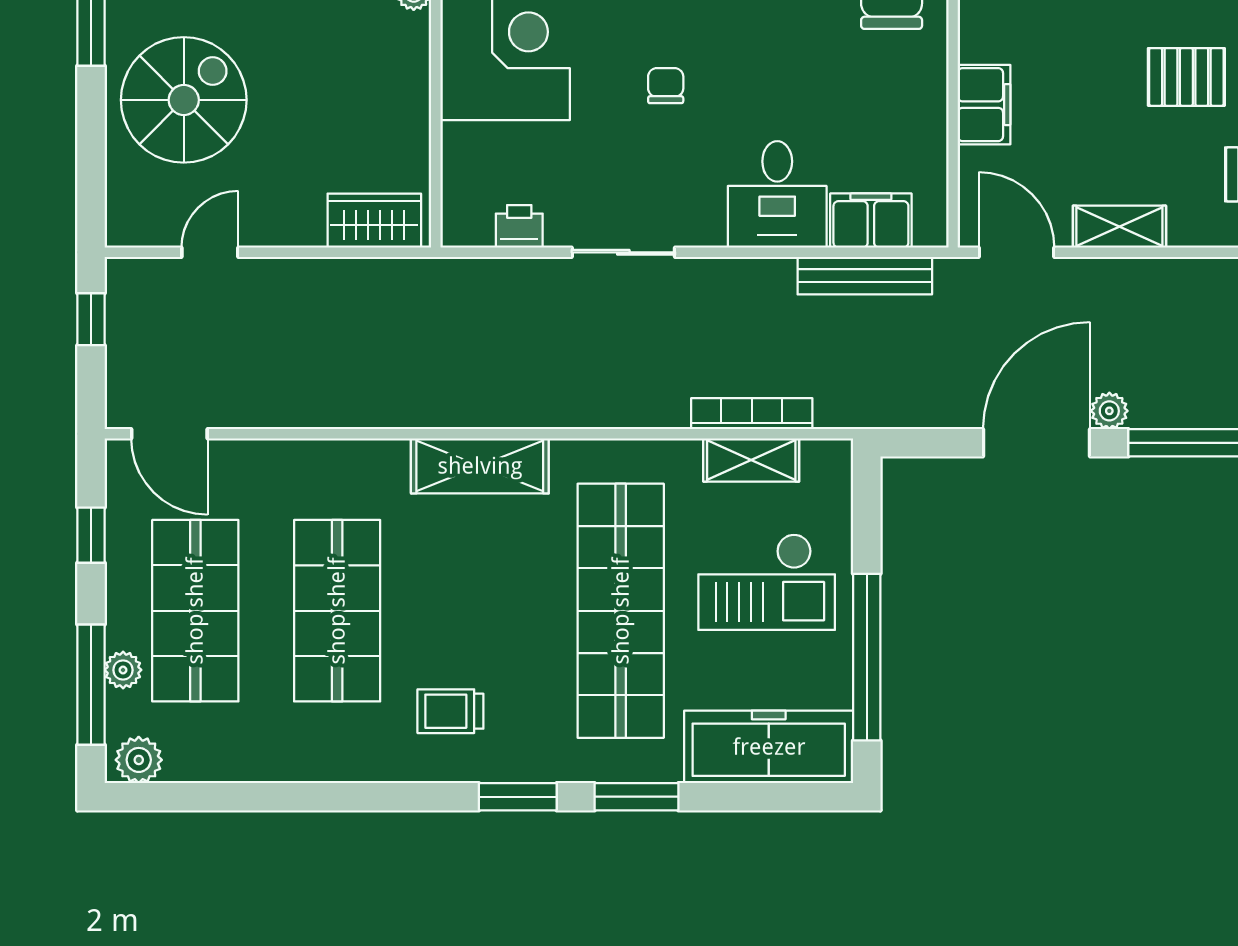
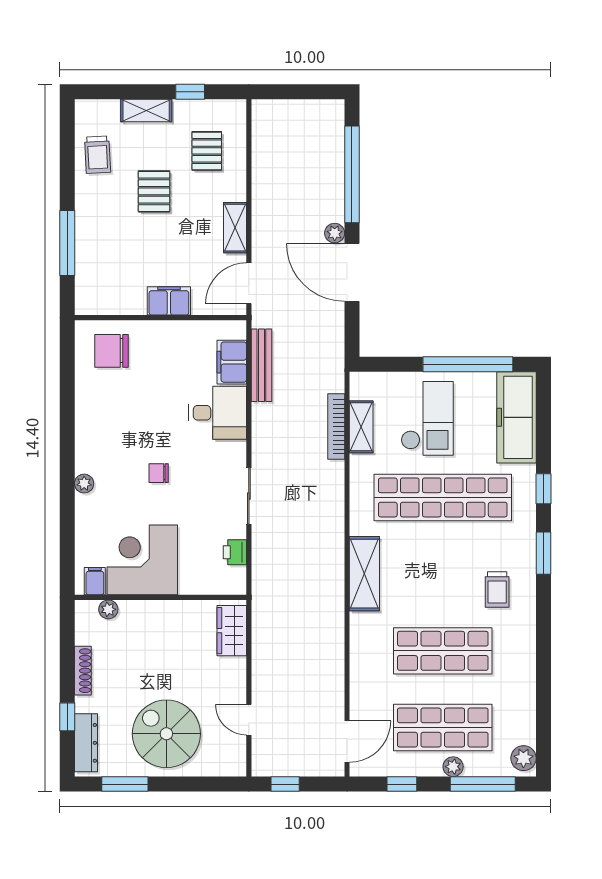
plant: (123, 670) -> (453, 767), moved
window: (637, 797) -> (543, 489), width x0.67

